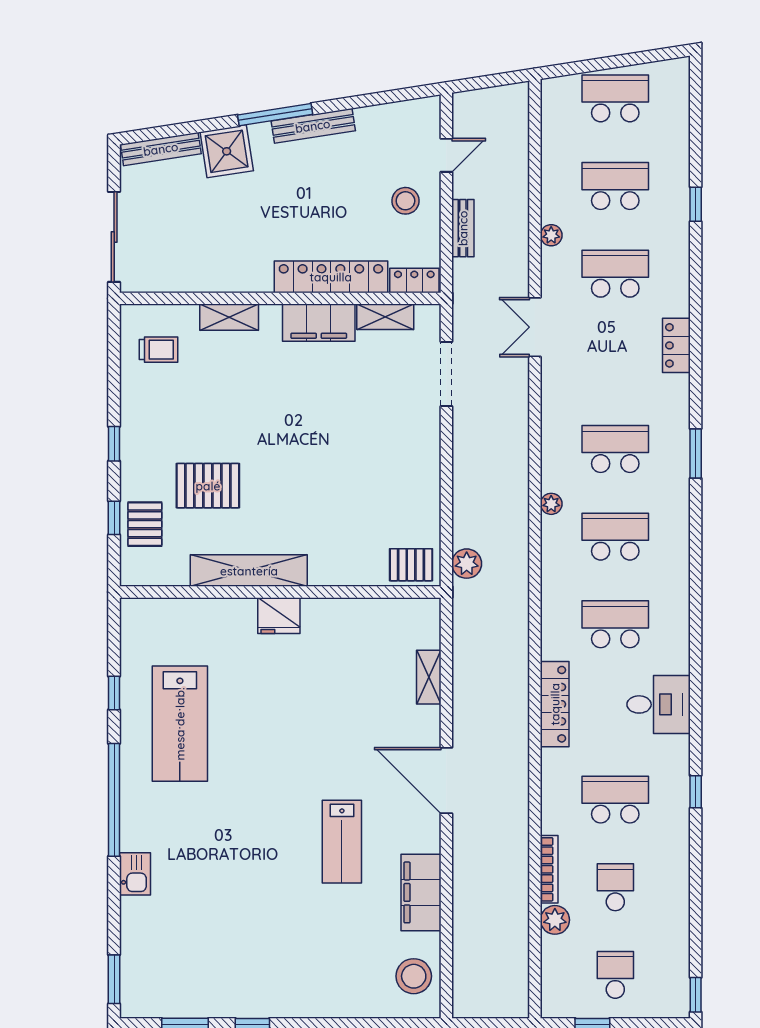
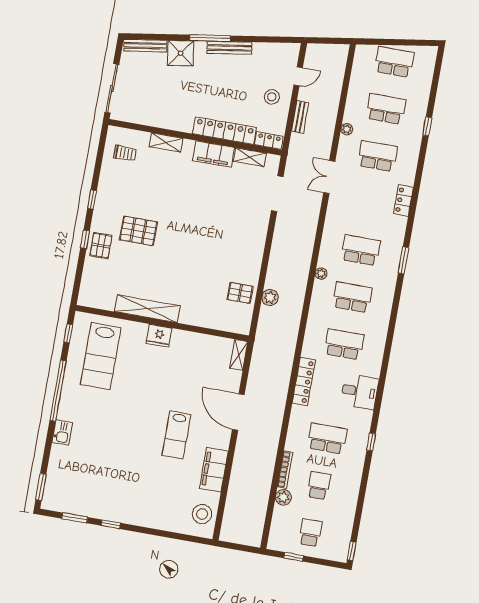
shelving: (249, 571) -> (147, 309), moved
wall: (280, 592) -> (162, 323), moved
fridge: (279, 616) -> (159, 336), moved

